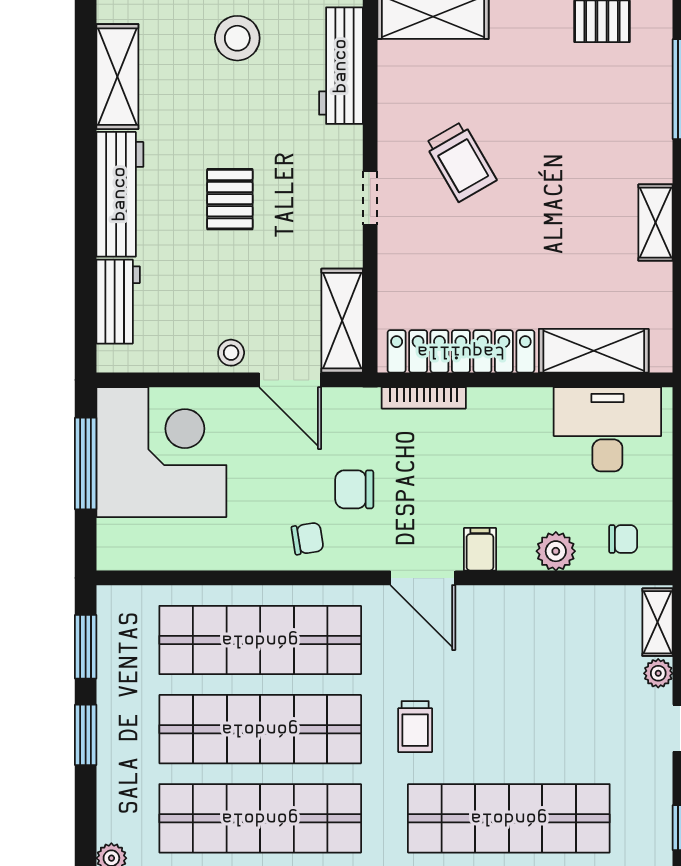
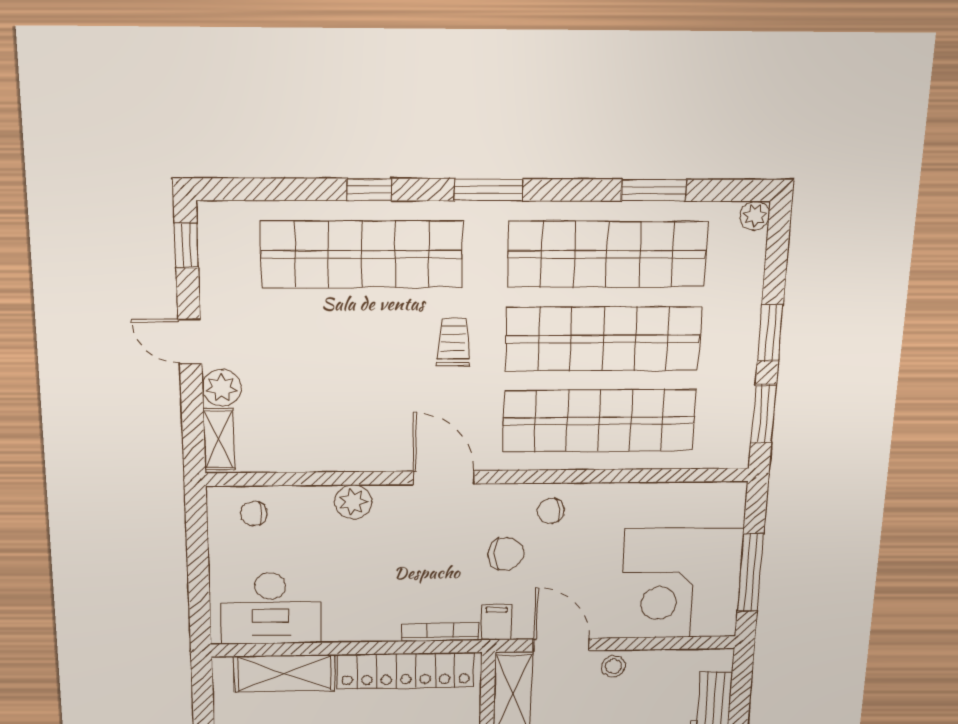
filing cabinet: (480, 549) -> (496, 622), moved, turned 180
plant: (556, 551) -> (353, 502), moved
plant: (658, 673) -> (222, 388), width x1.38, depth x1.38

